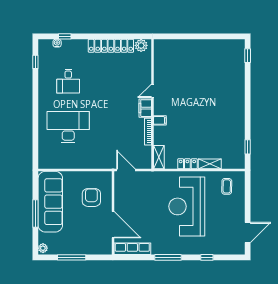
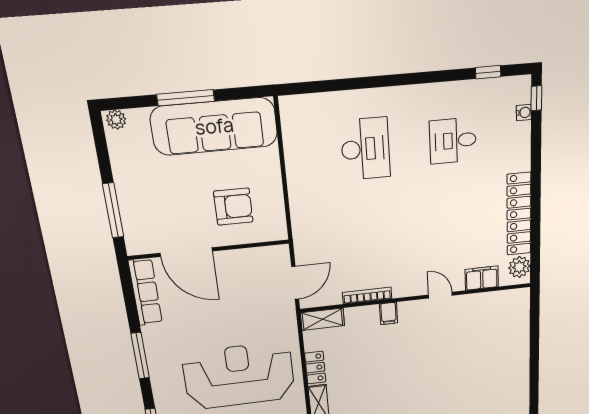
window: (65, 36) -> (536, 98), moved
filing cabinet: (145, 108) -> (482, 278), moved
desk: (68, 127) -> (365, 149), width x0.73, depth x0.77
door: (126, 170) -> (295, 283), moved
door: (113, 225) -> (186, 252), hinge flipped
window: (72, 257) -> (113, 210), moved

